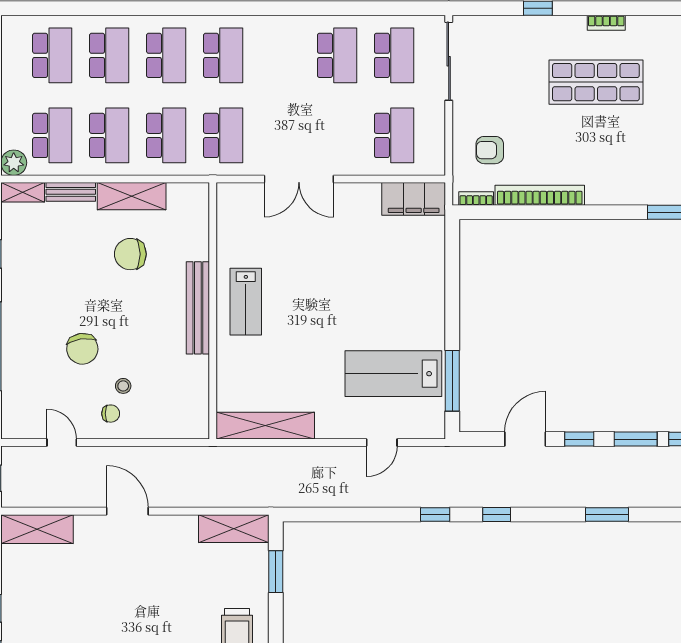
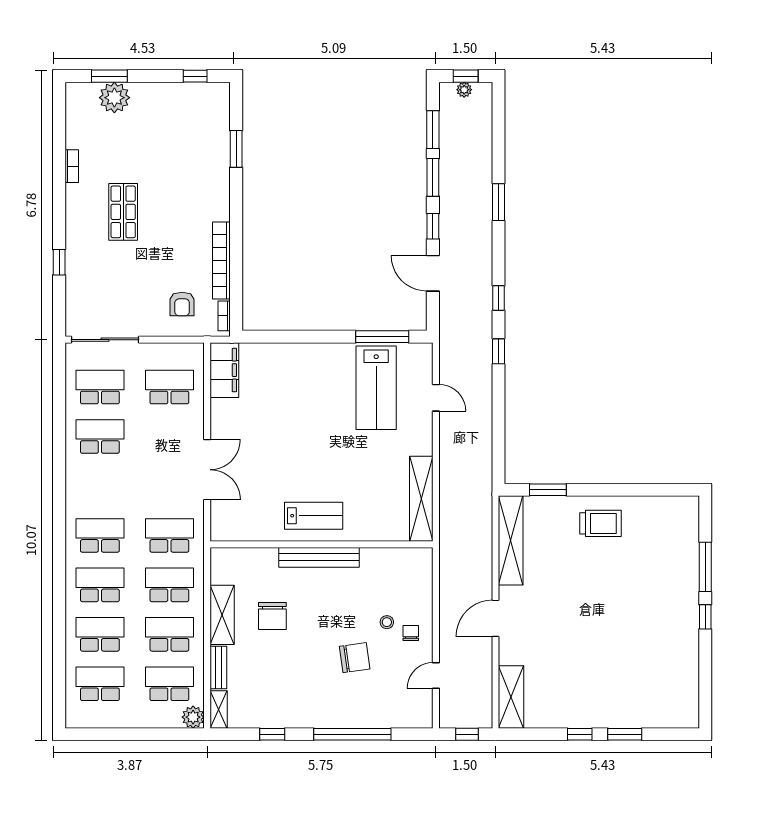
bookcase: (606, 23) -> (72, 166), moved
shop shelf: (596, 82) -> (123, 212), width x0.70, depth x0.74
shelving: (234, 529) -> (511, 540), width x1.47

